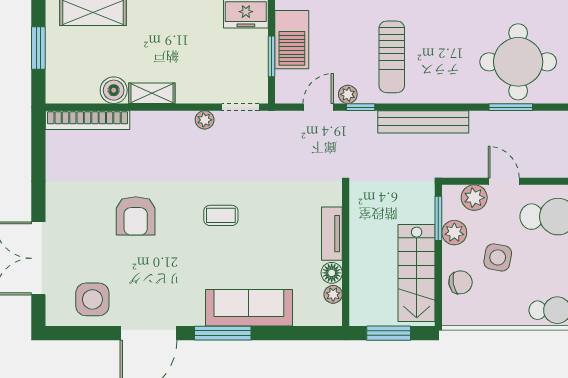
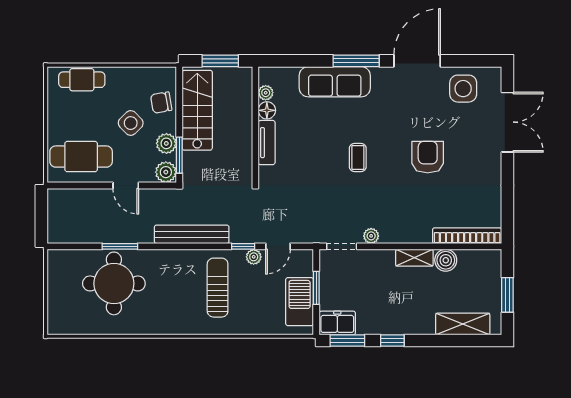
plant: (474, 198) -> (166, 172), moved
coffee table: (221, 215) -> (358, 157), turned 90
side table: (498, 257) -> (131, 123), turned 36

